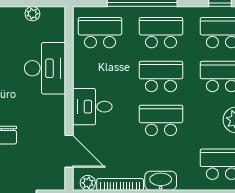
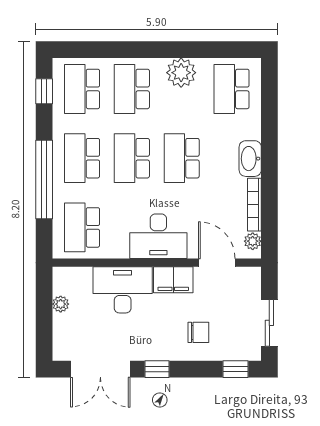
desk: (92, 107) -> (158, 236), width x1.37
filing cabinet: (54, 113) -> (173, 280), added
door: (69, 151) -> (217, 263), hinge flipped

